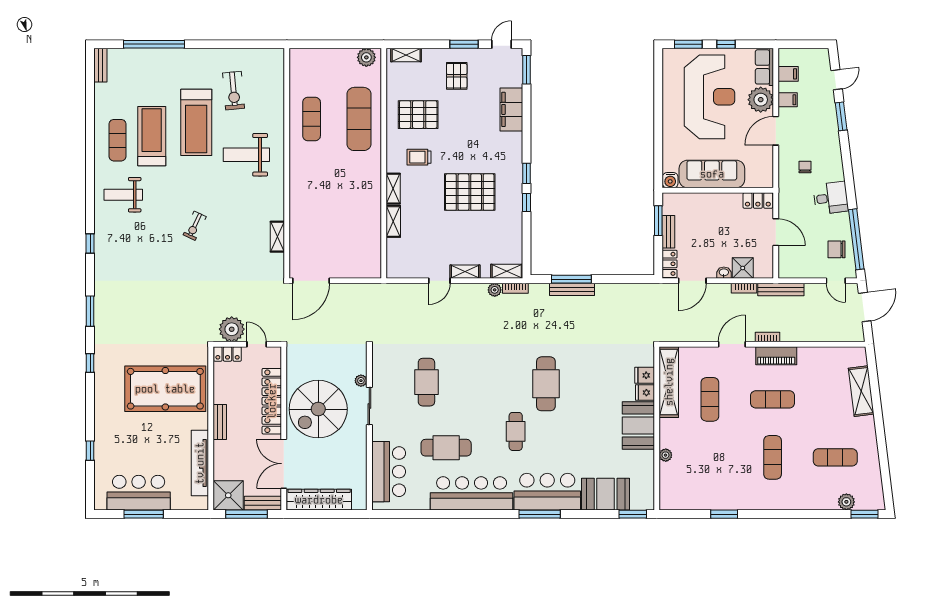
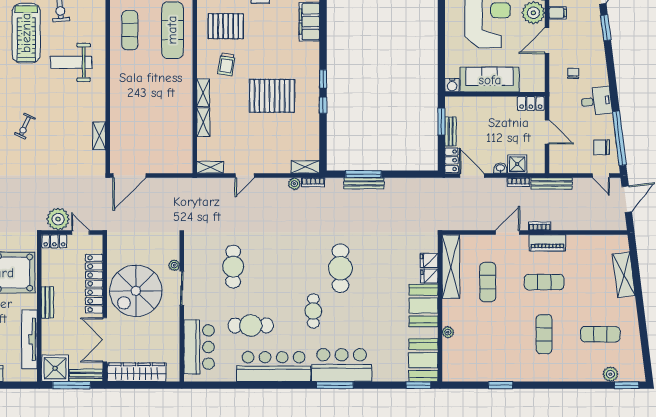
trolley: (419, 157) -> (226, 64), turned -81
shelving: (465, 272) -> (210, 167), moved
door: (692, 281) -> (472, 176), swing flipped
booth: (606, 494) -> (423, 360), moved, turned 90

